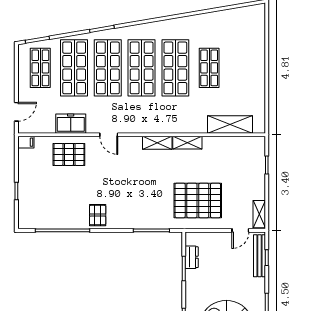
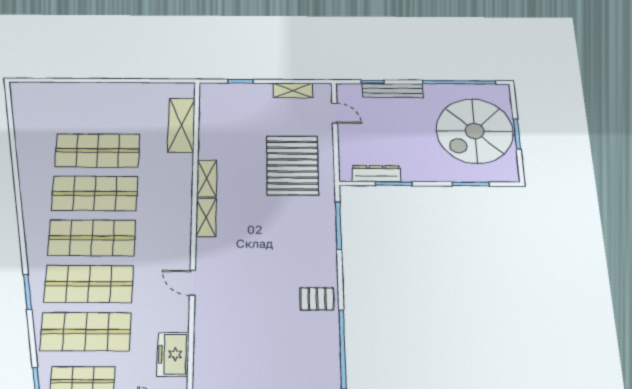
shop shelf: (209, 68) -> (98, 150), width x1.43, depth x1.36
freezer: (71, 124) -> (173, 354), moved
door: (109, 135) -> (192, 283), swing flipped
pallet: (69, 154) -> (222, 339), removed
shelving: (259, 214) -> (293, 90), moved
bench: (260, 256) -> (393, 91), moved
dresser: (192, 257) -> (376, 174), width x1.44

